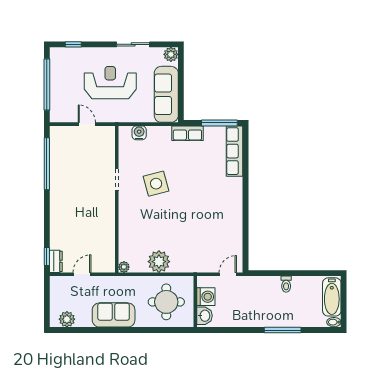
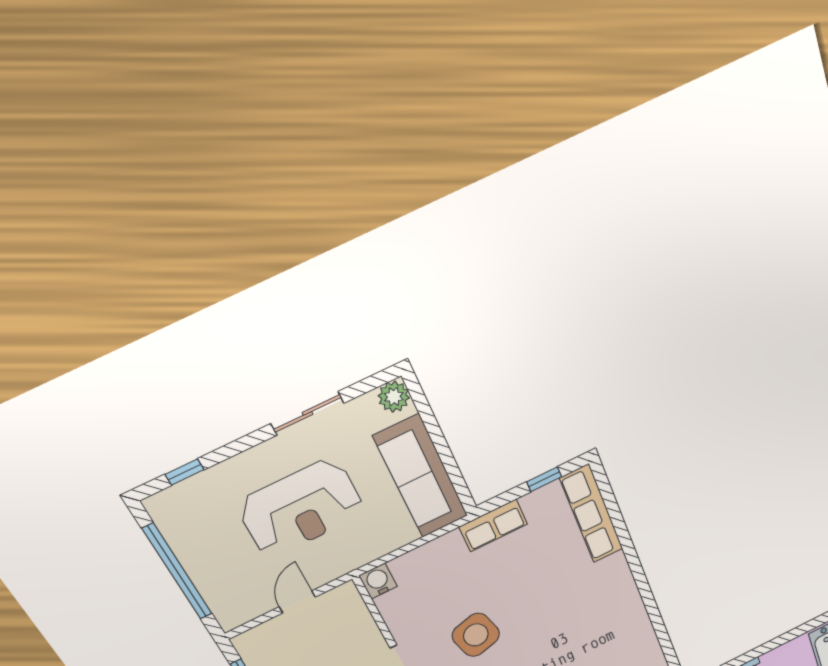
reception desk: (110, 83) -> (301, 508), turned 180
window: (219, 123) -> (544, 479), width x0.46
door: (87, 124) -> (297, 602), hinge flipped
water cooler: (139, 133) -> (378, 581), moved

